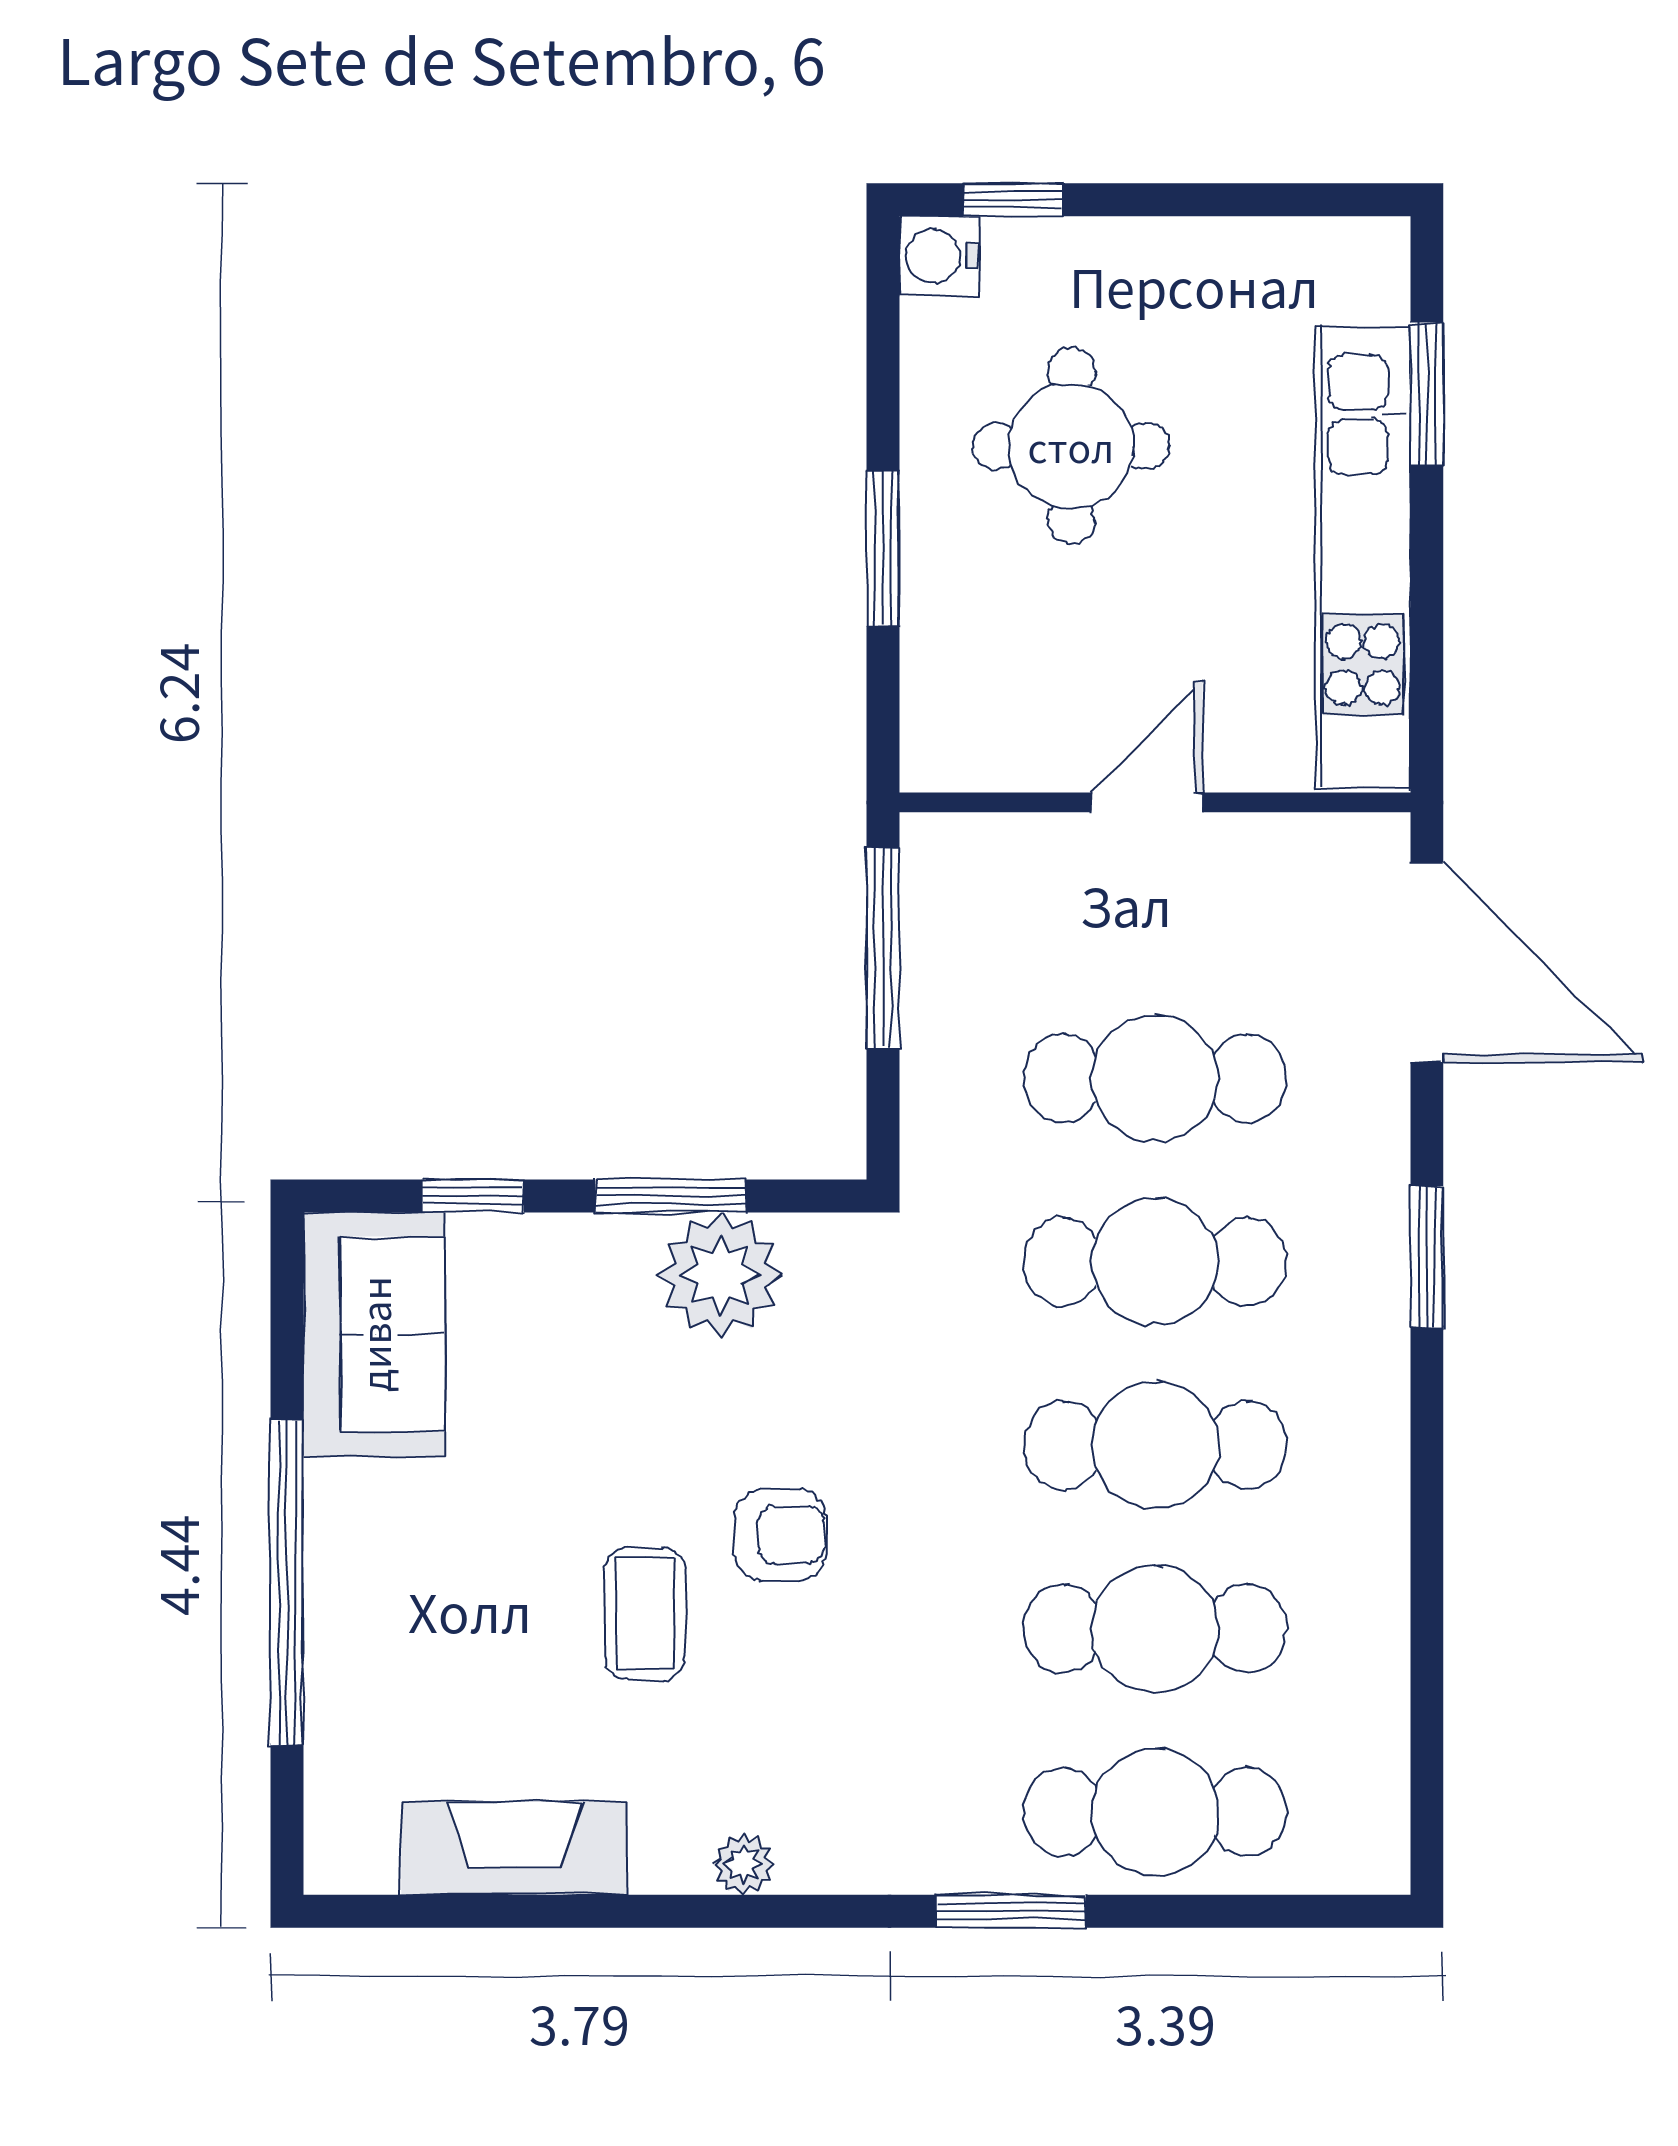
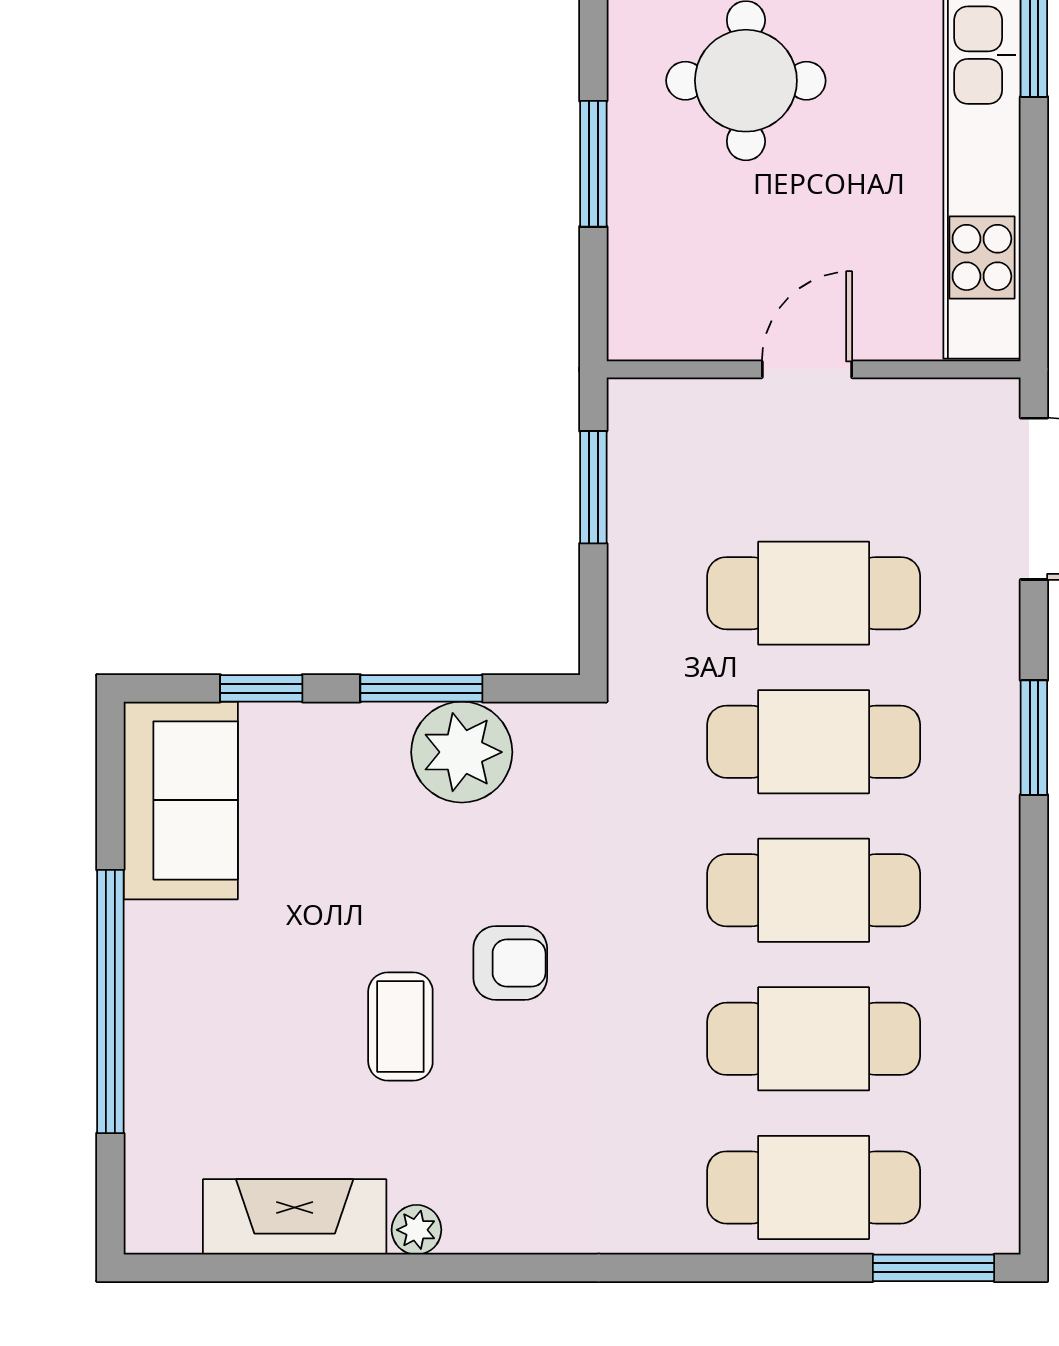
window: (883, 948) -> (593, 487), width x0.69
plant: (744, 1864) -> (416, 1230), moved
window: (1011, 1911) -> (934, 1268), moved

